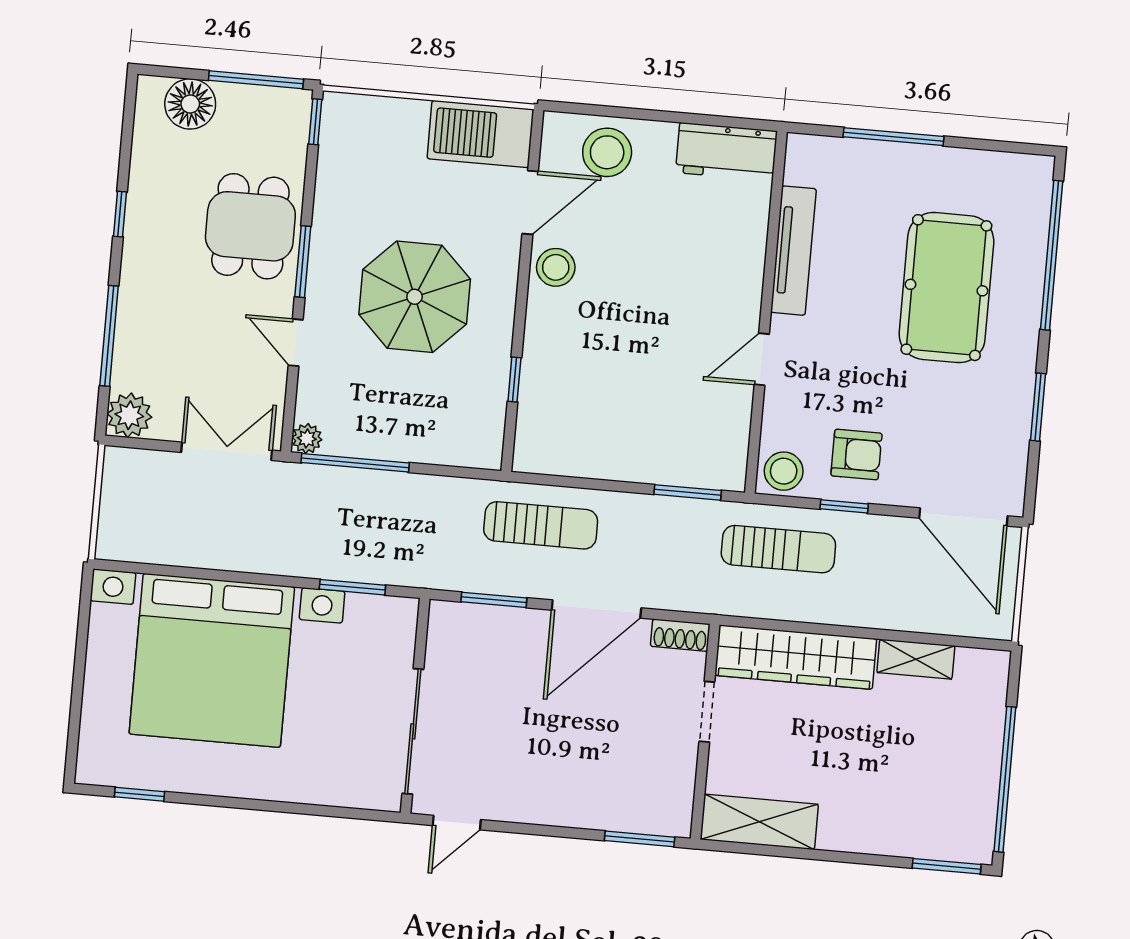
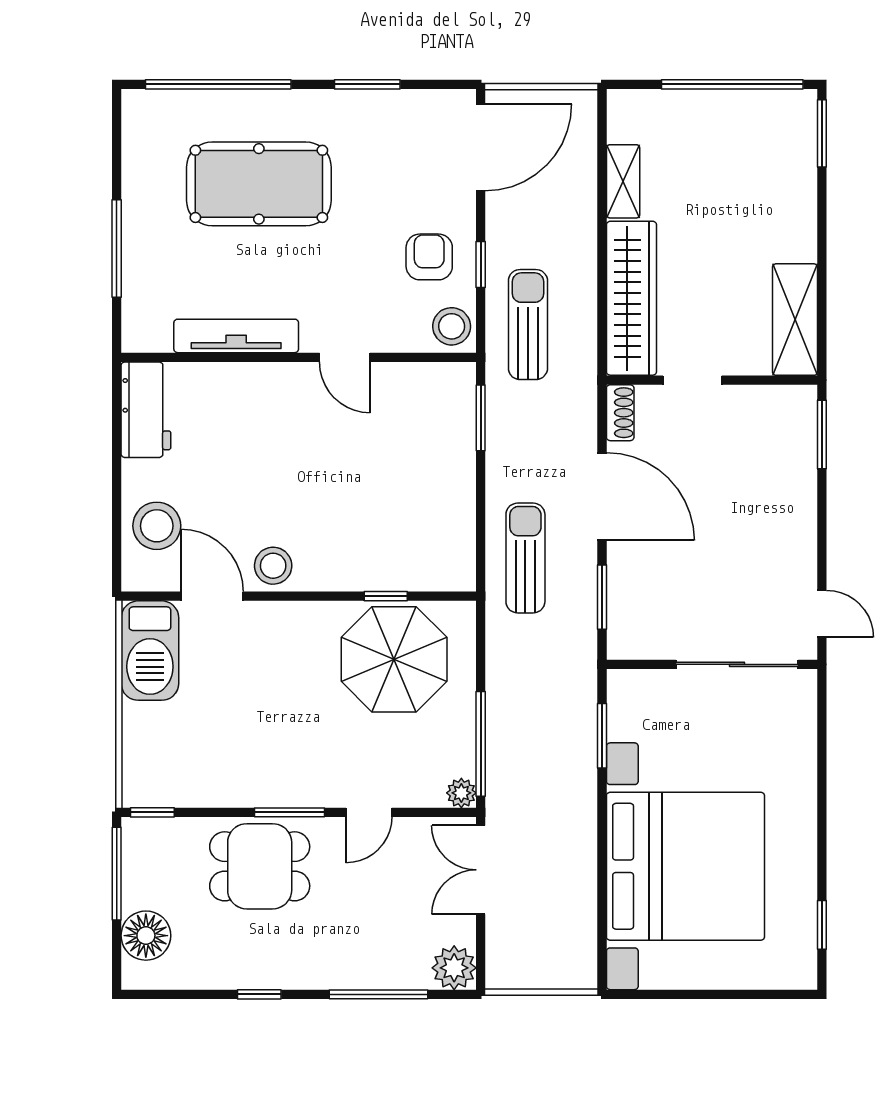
parasol: (415, 297) -> (394, 659), moved

